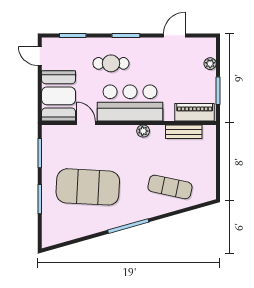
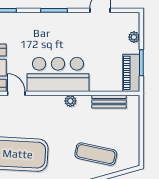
cafe table: (111, 63) -> (40, 37), removed
piano: (195, 112) -> (131, 73), moved, turned -90

